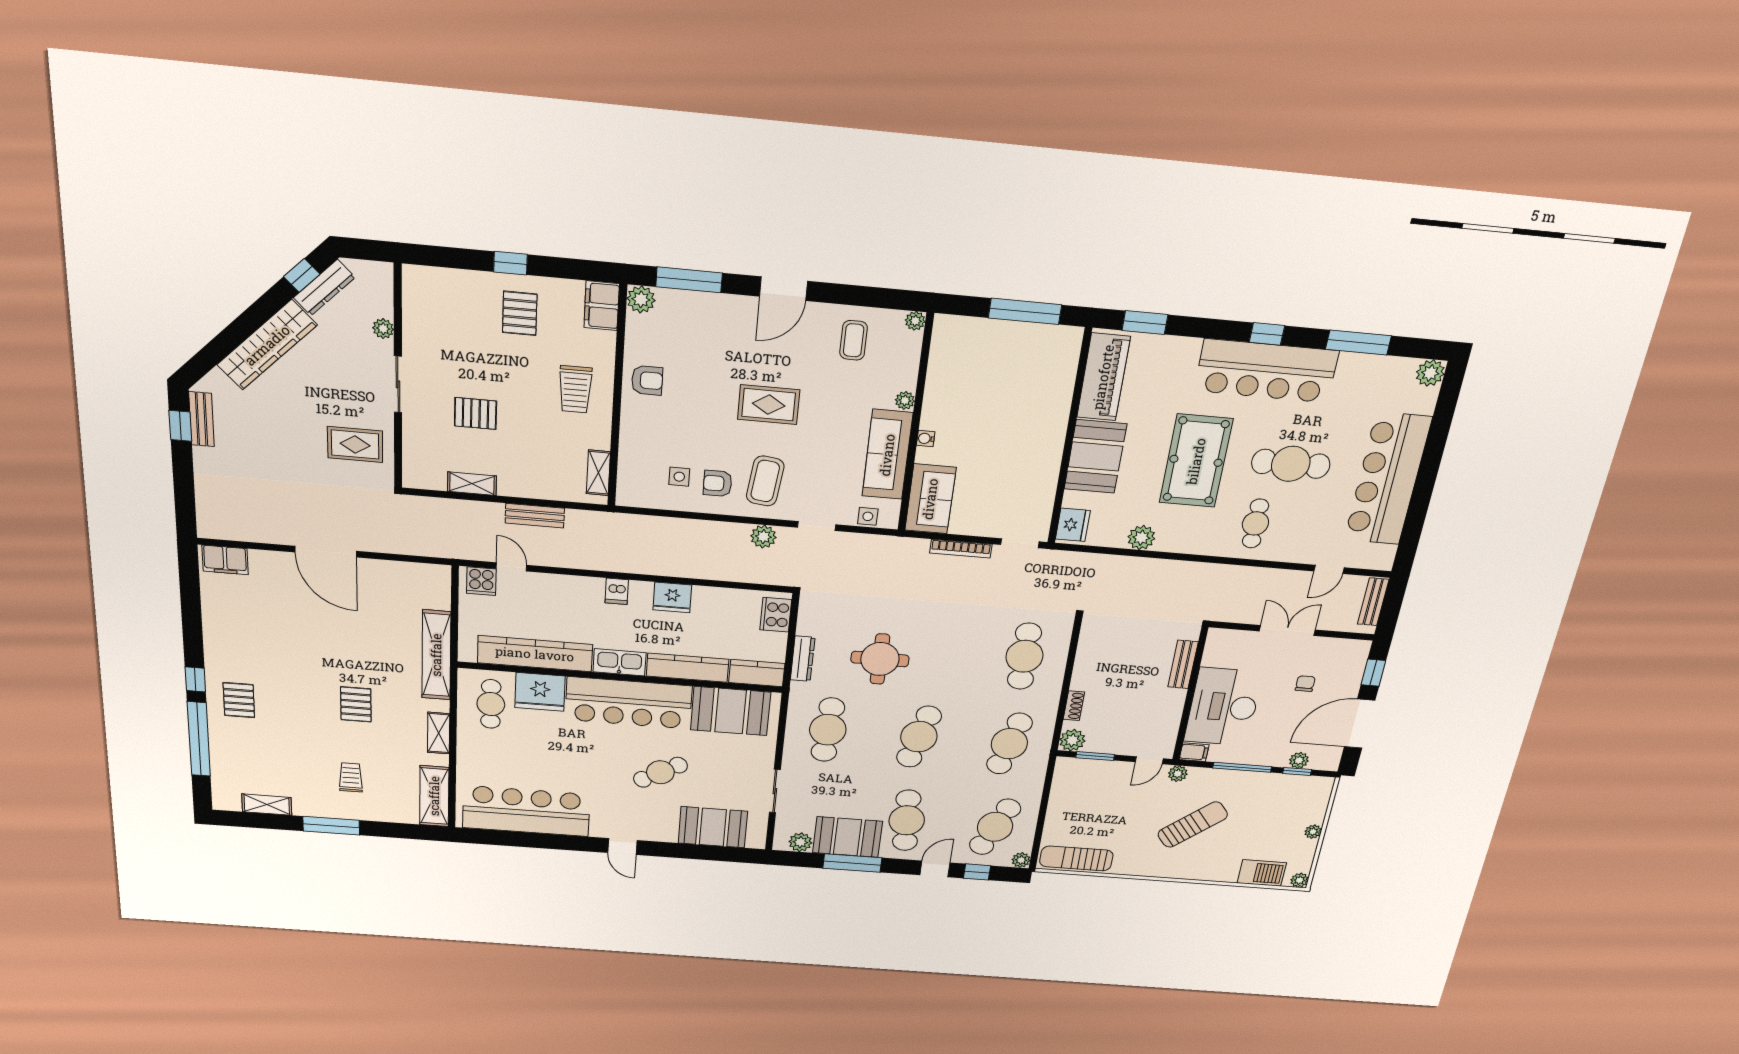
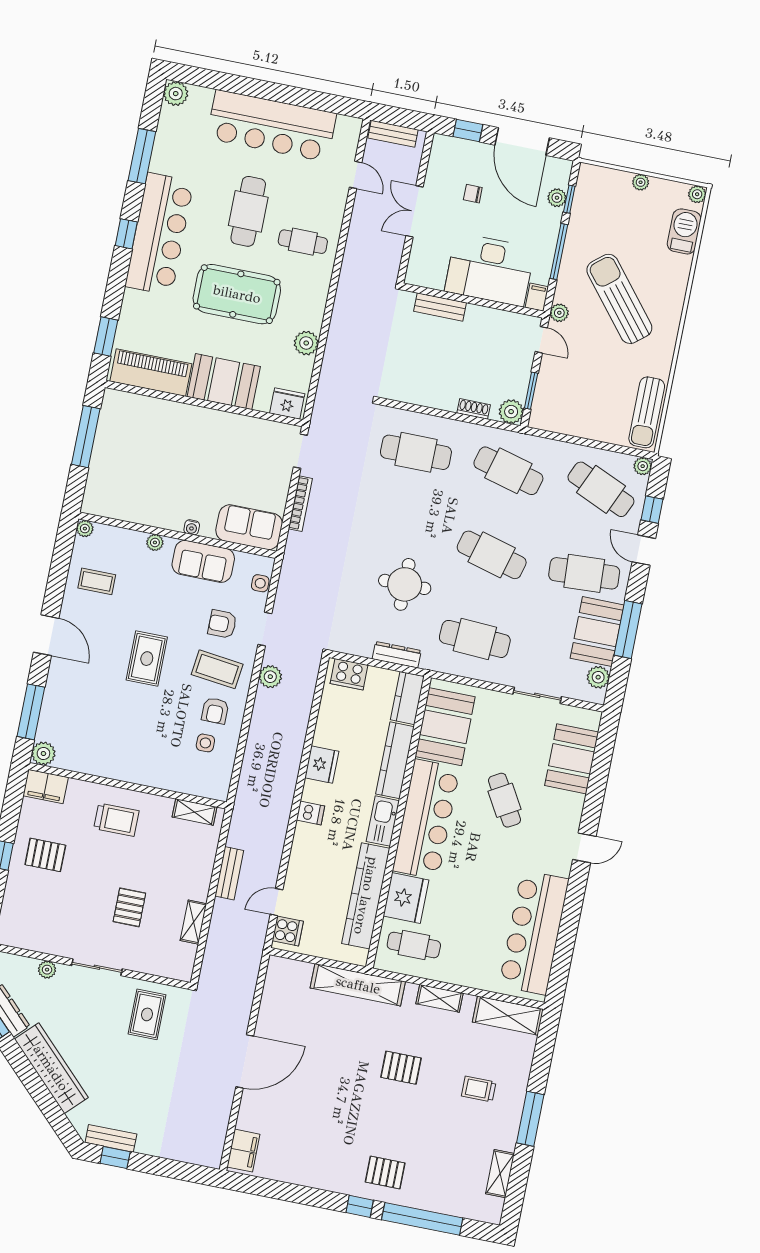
armchair: (647, 380) -> (222, 624), moved, turned -90
sofa: (887, 455) -> (203, 561), width x0.73
sun lounger: (1193, 825) -> (619, 299), width x1.36, depth x1.34

